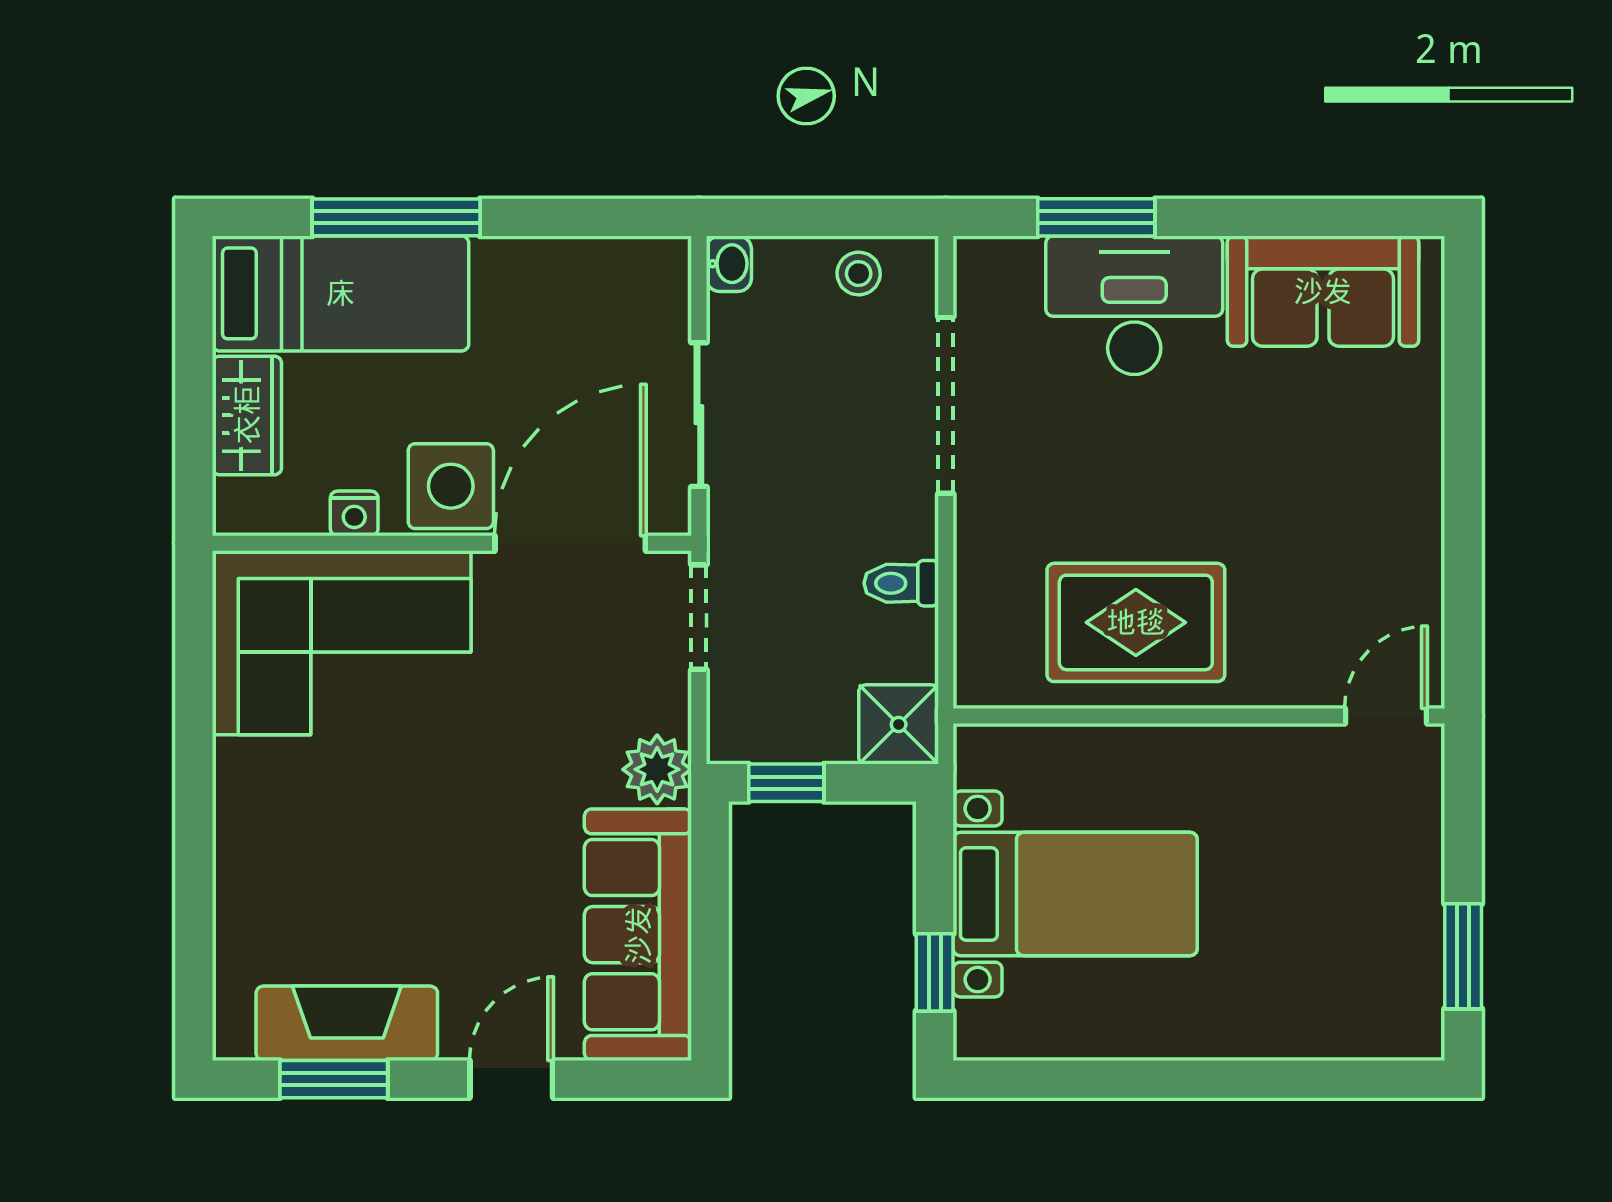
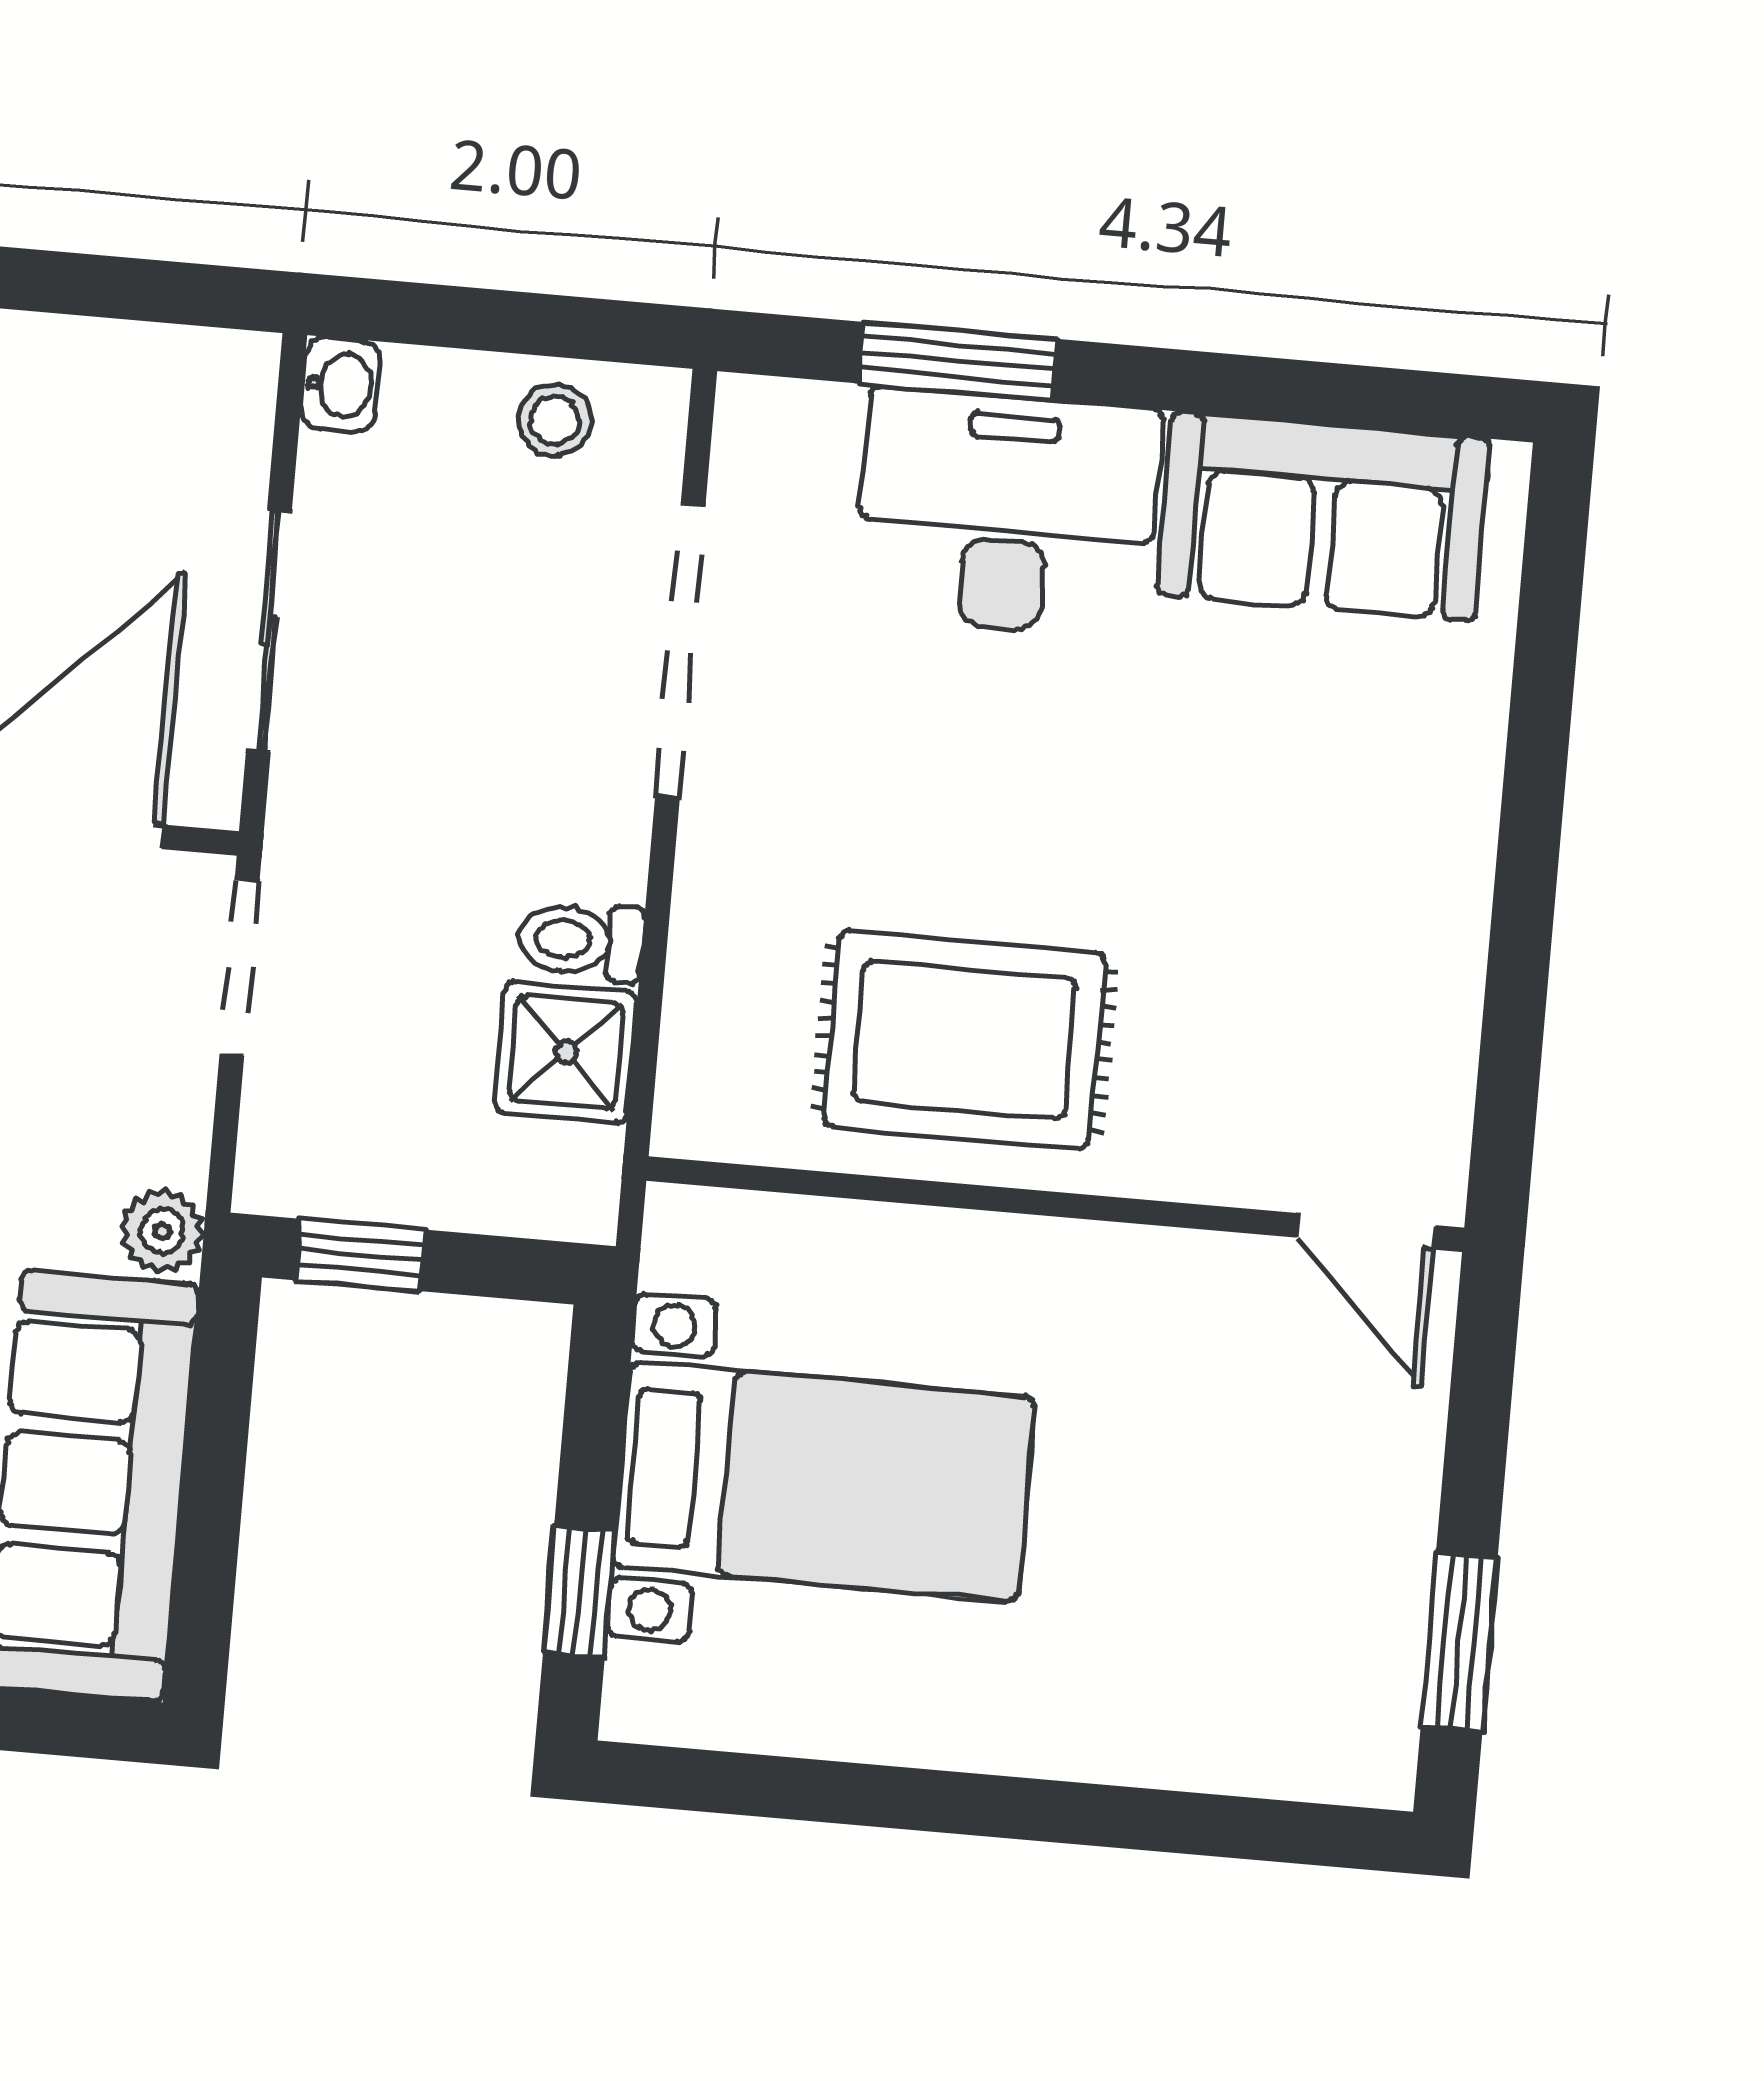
door: (1386, 716) -> (1366, 1231), swing flipped
shower: (899, 724) -> (566, 1052), moved
plant: (657, 769) -> (162, 1231), width x0.73, depth x0.73

